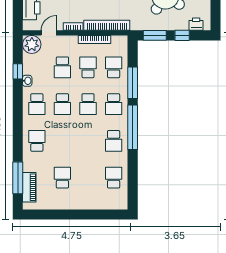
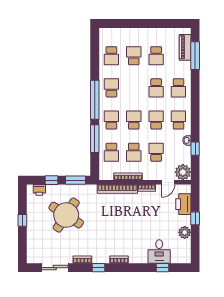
school desk: (62, 141) -> (156, 88), added
school desk: (88, 178) -> (134, 56), added

